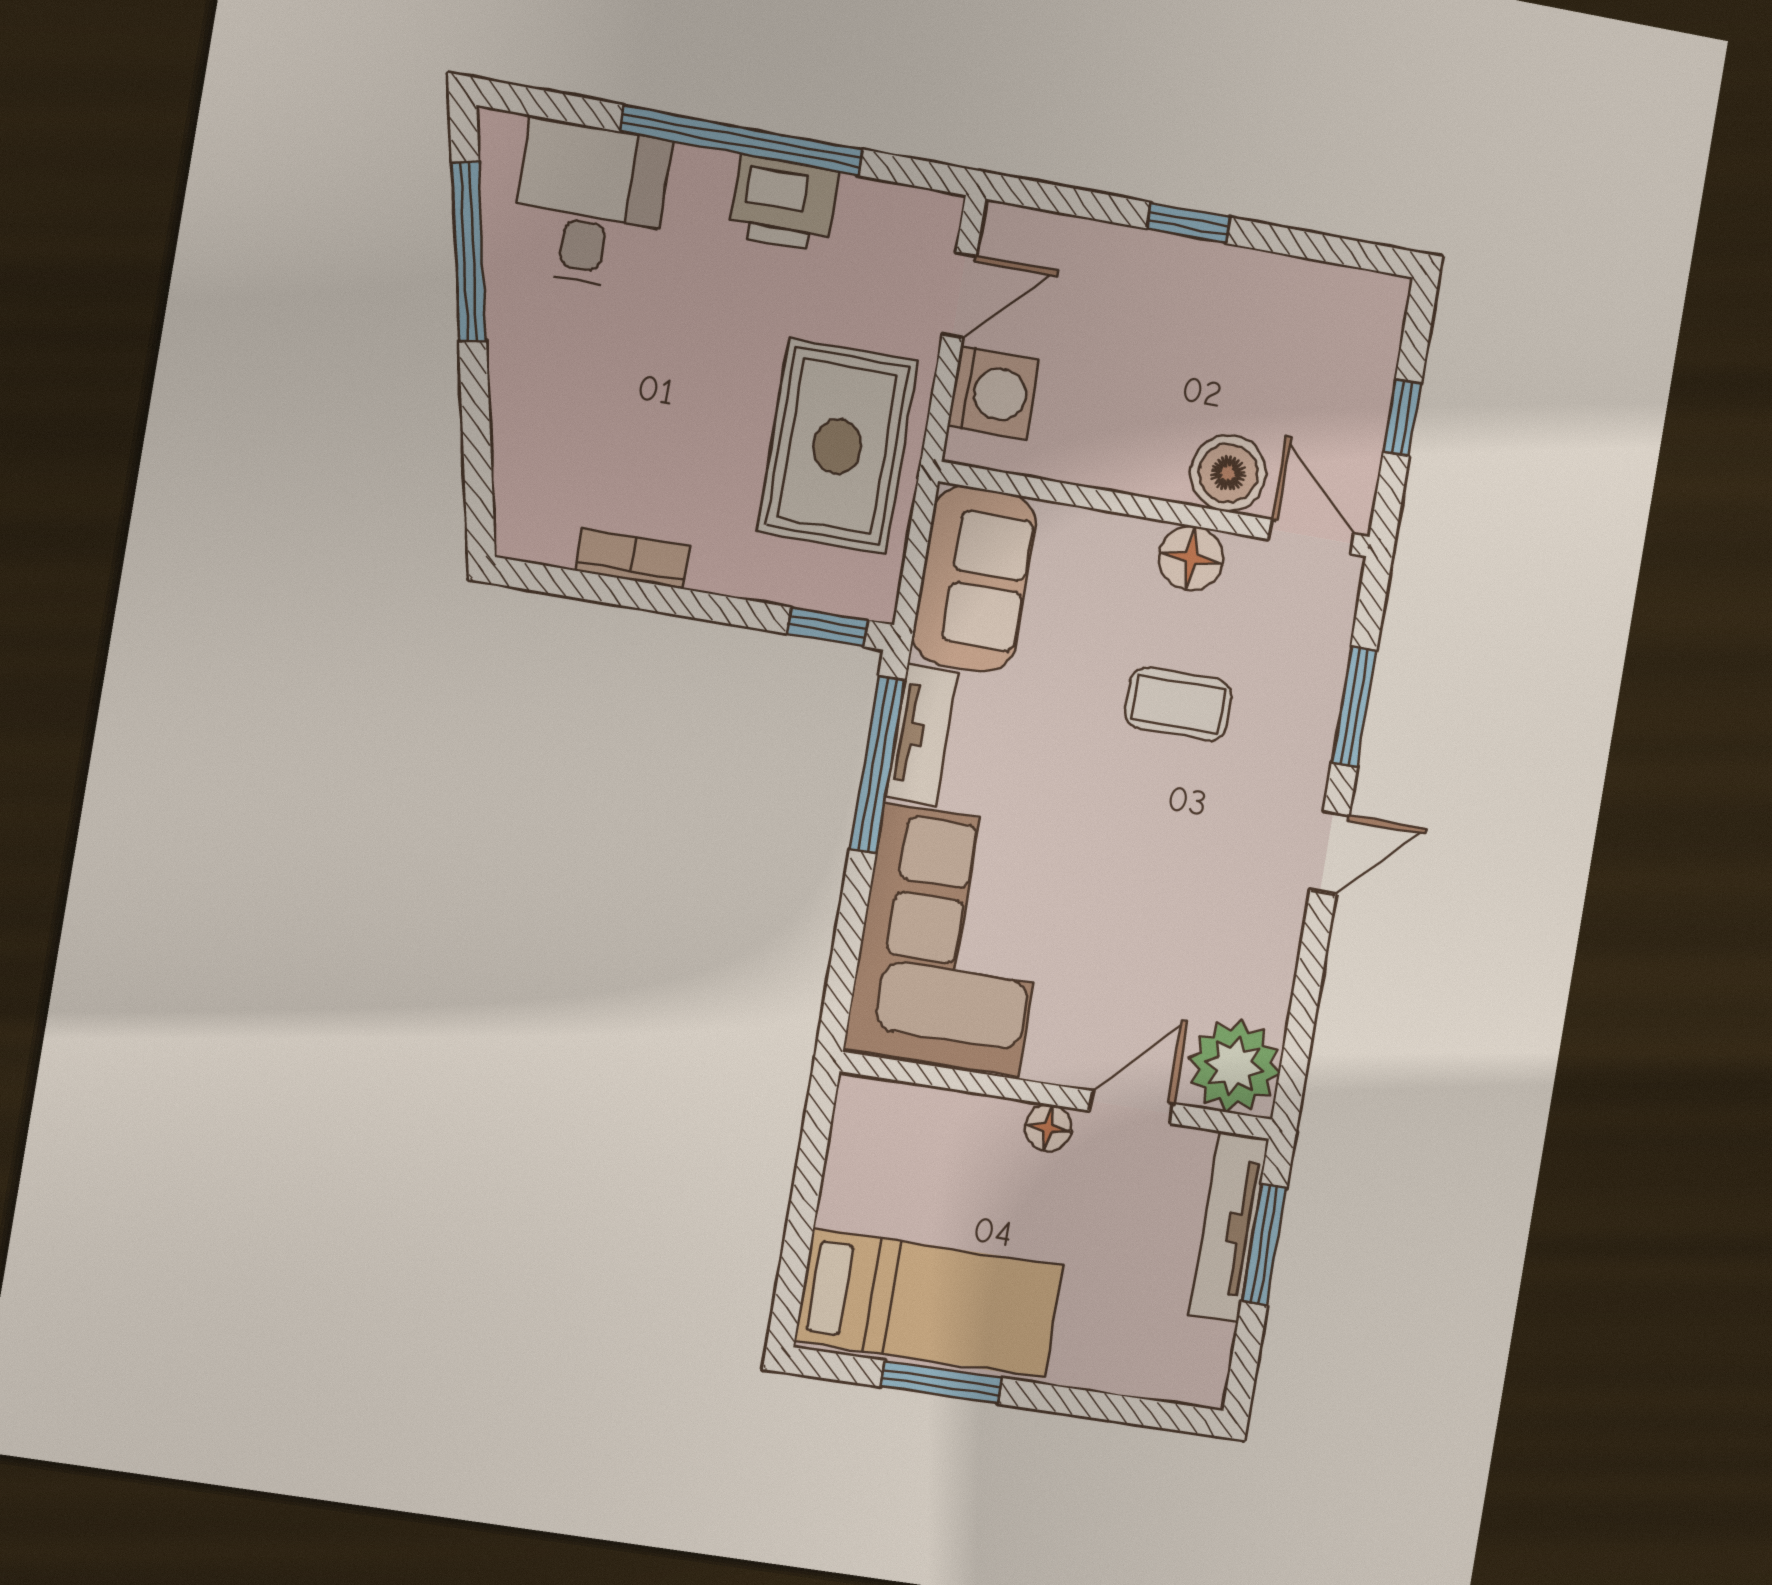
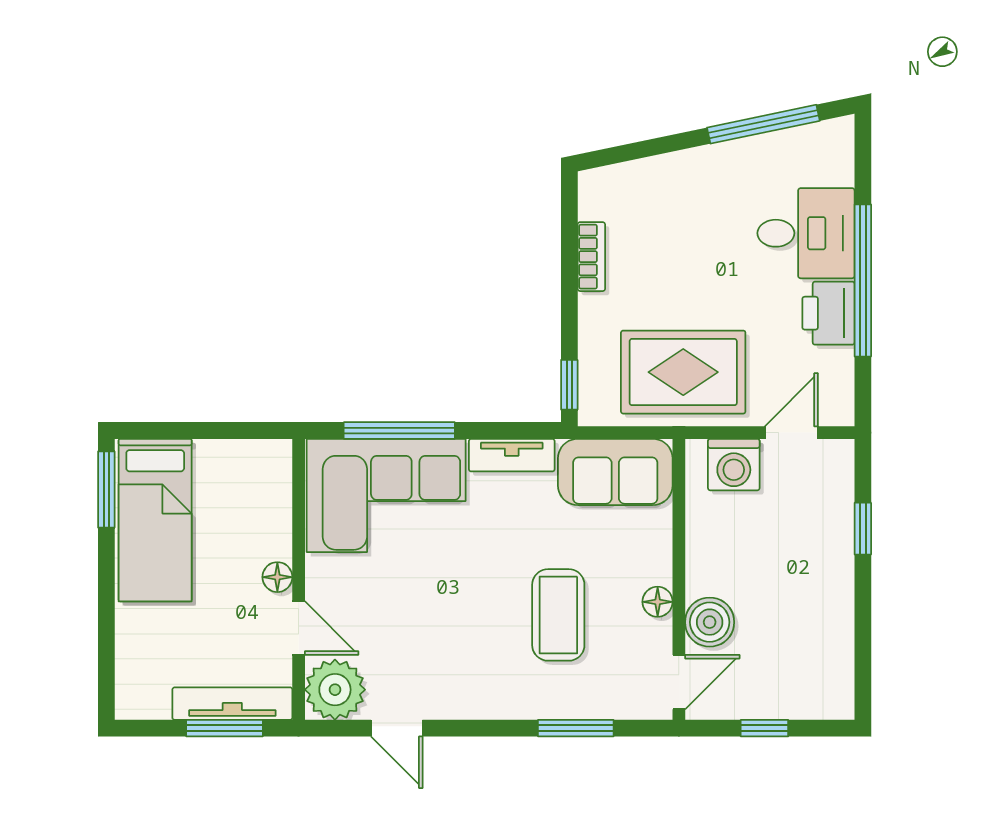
desk: (589, 204) -> (806, 233), moved
window: (1189, 223) -> (863, 529), moved
door: (959, 295) -> (791, 433), swing flipped
floor lamp: (1191, 558) -> (658, 602), width x0.73, depth x0.73
coffee table: (1178, 704) -> (558, 615), width x1.36, depth x1.30
window: (877, 764) -> (399, 431), moved
door: (1330, 853) -> (397, 728), moved
window: (942, 1382) -> (106, 490), moved

